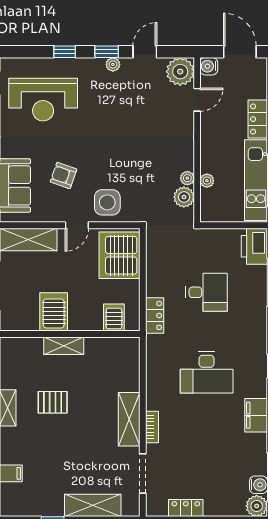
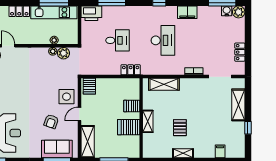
door: (77, 225) -> (79, 114), swing flipped
server rack: (120, 255) -> (89, 86), width x0.46, depth x0.70
desk: (207, 292) -> (118, 40), turned 90
server rack: (114, 317) -> (132, 106), moved
shelving: (129, 419) -> (164, 84), moved

